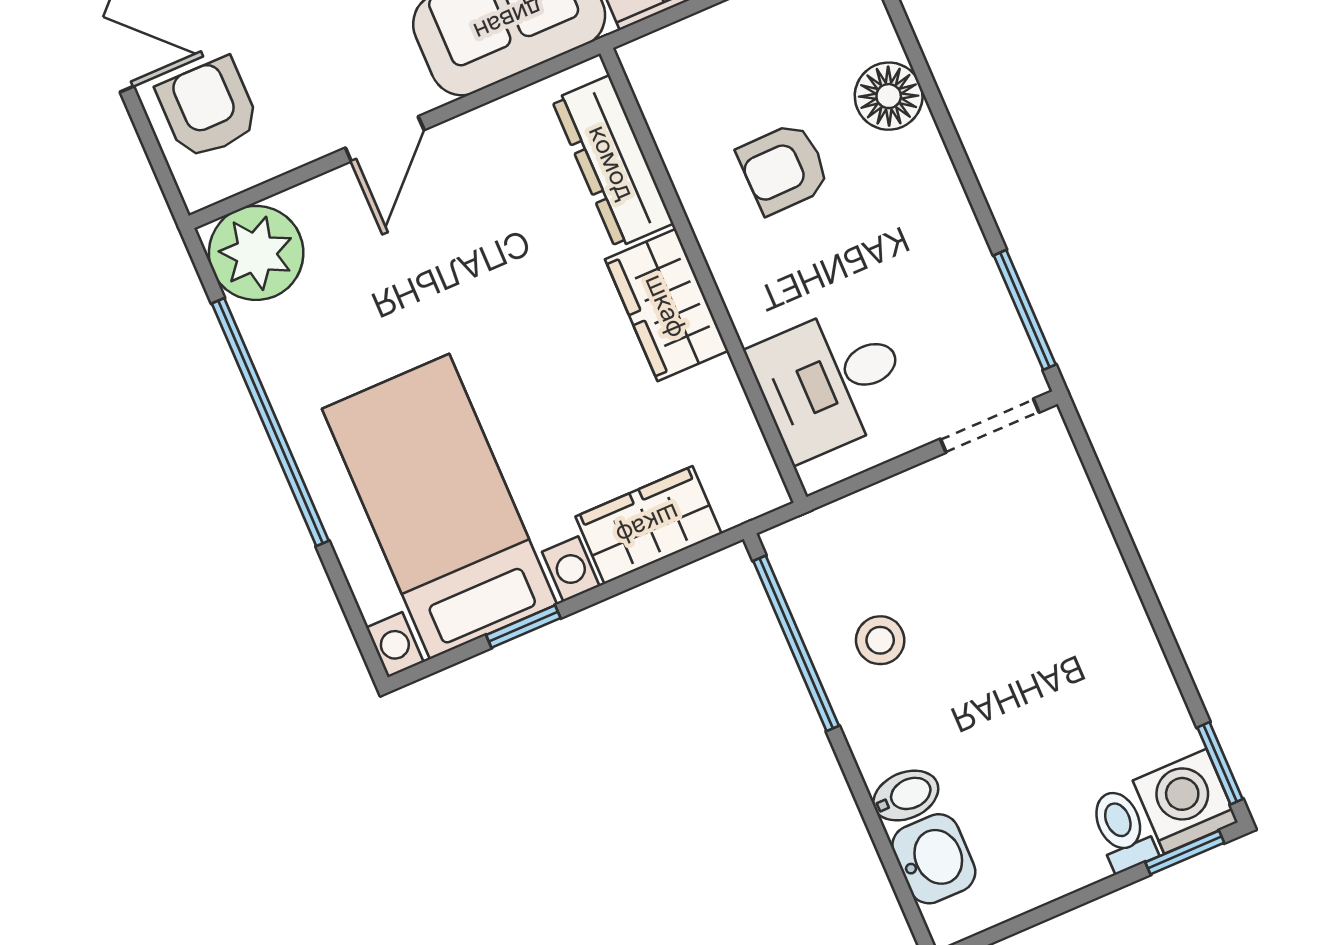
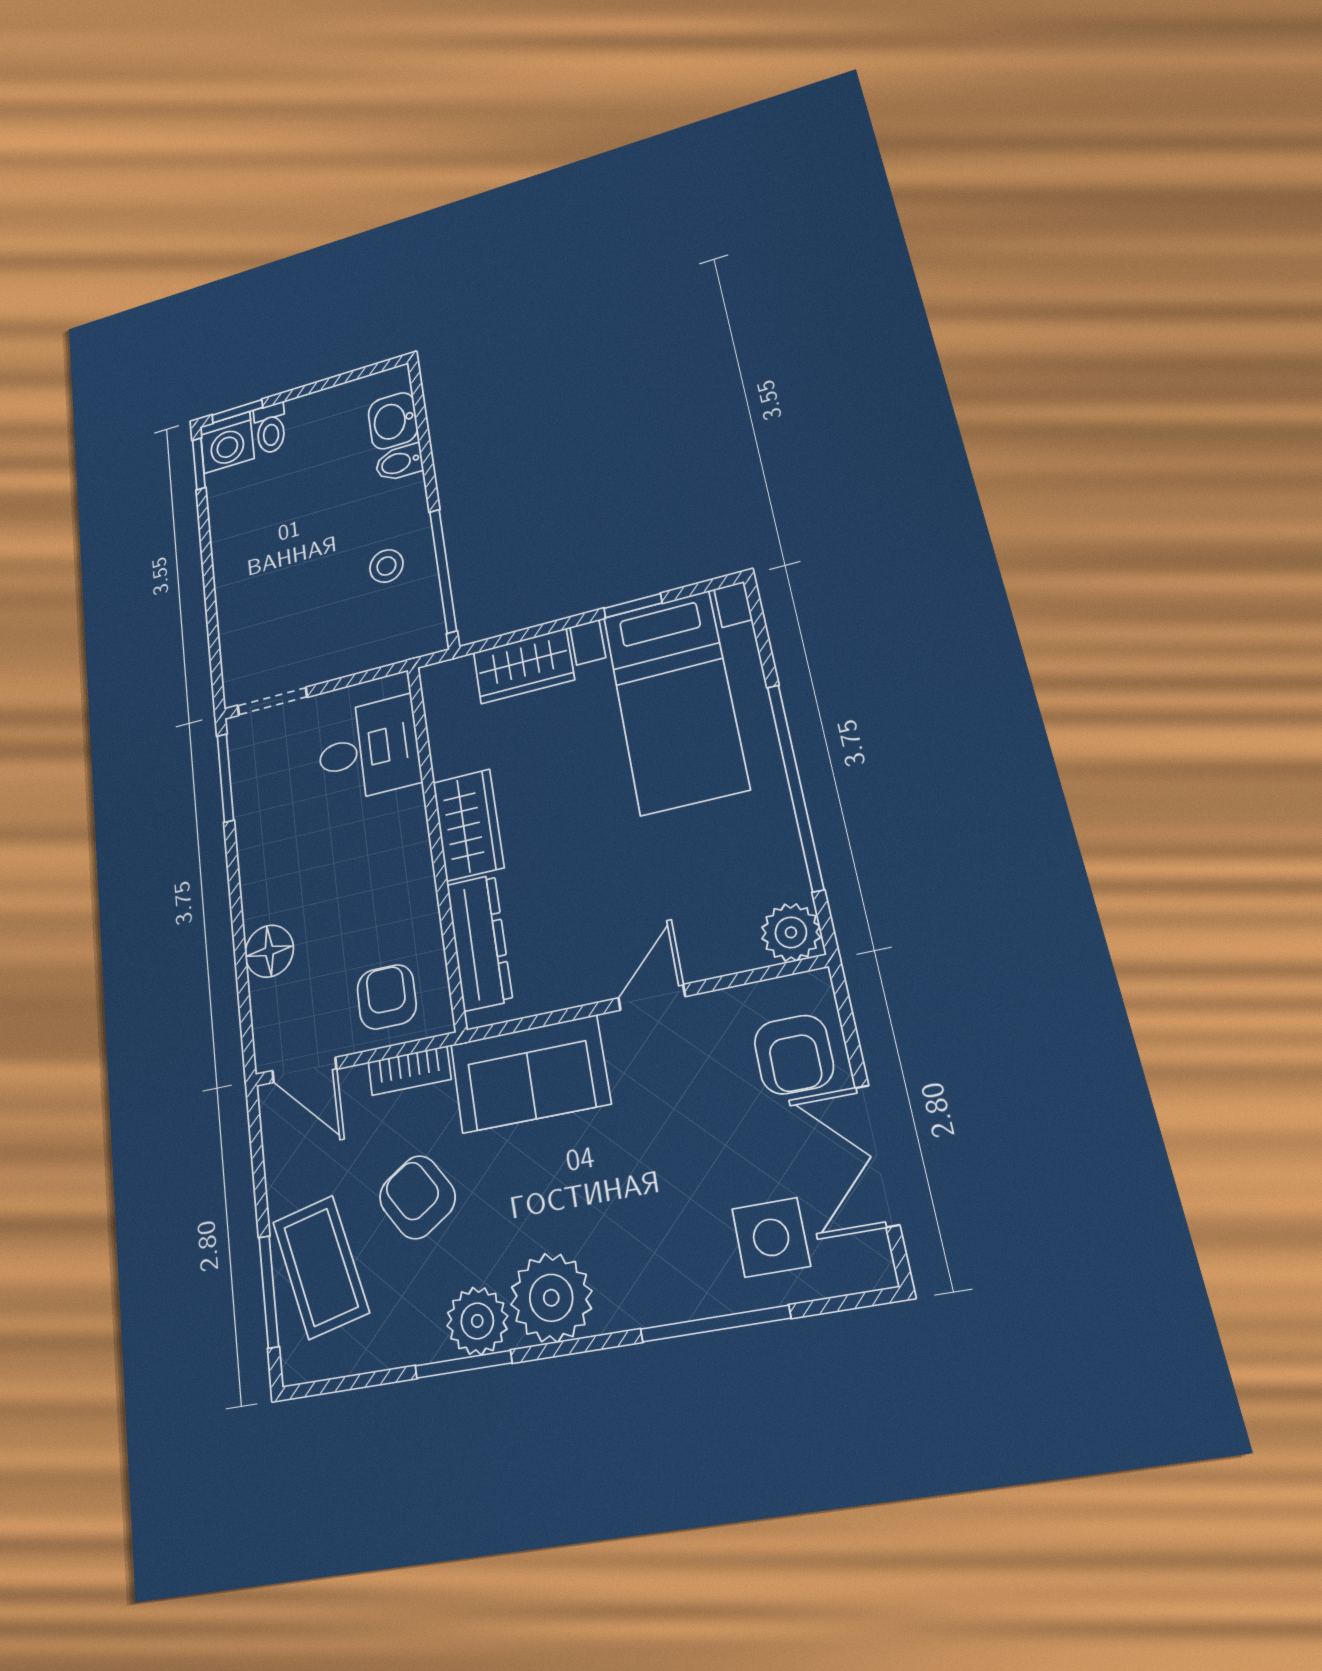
armchair: (784, 168) -> (387, 997), moved, turned -89
plant: (256, 253) -> (791, 932), width x0.73, depth x0.73

